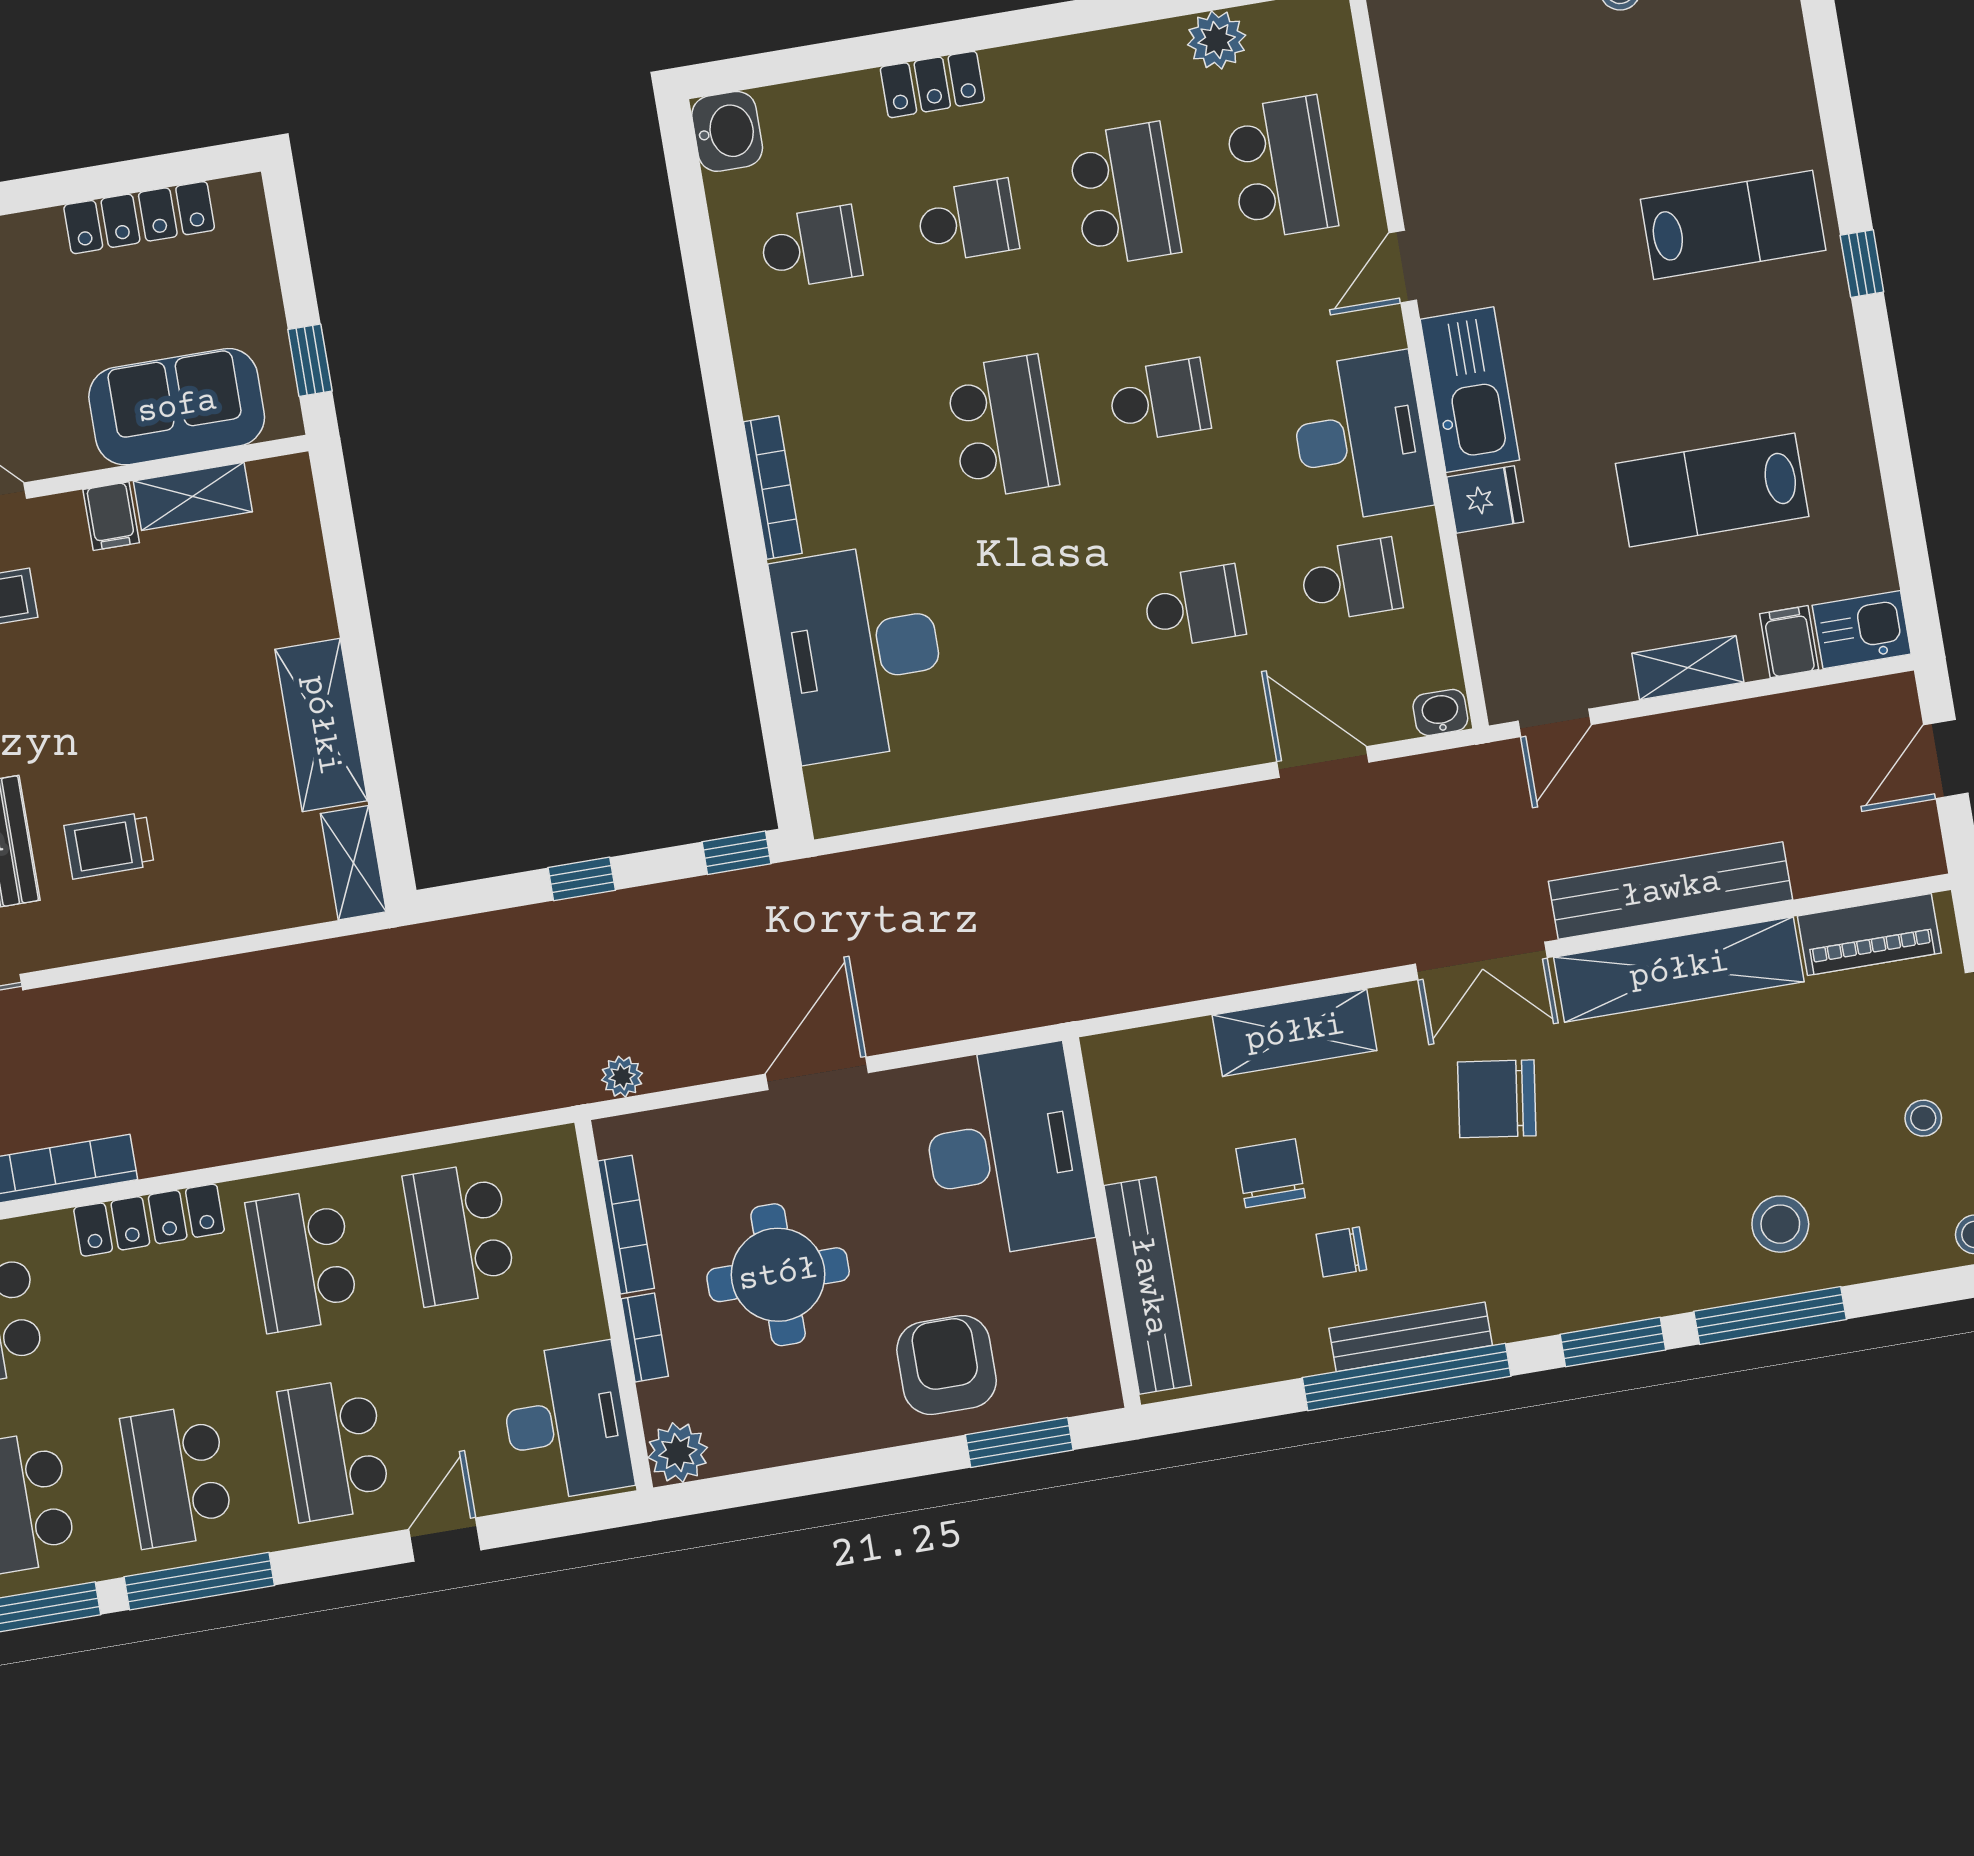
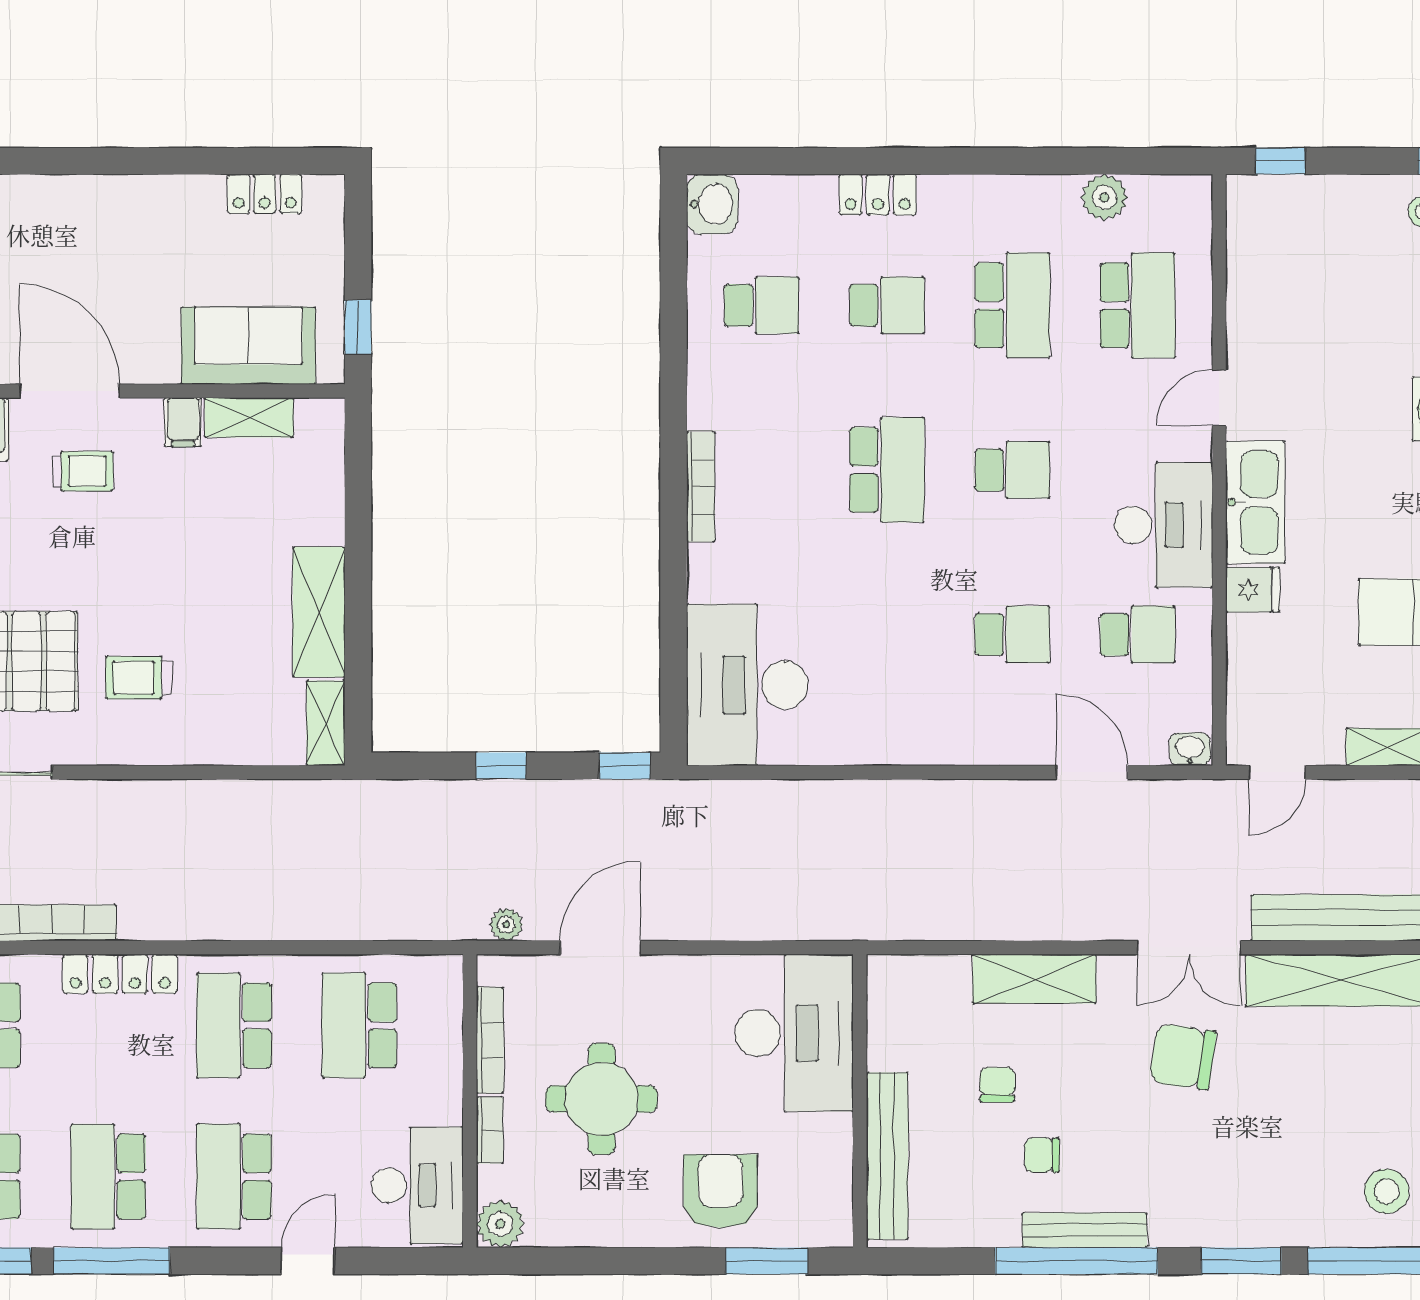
locker: (139, 218) -> (265, 194), width x0.66
desk: (860, 652) -> (747, 685), moved
door: (817, 1073) -> (600, 948), moved
chair: (1270, 1173) -> (997, 1085), width x0.73, depth x0.73

